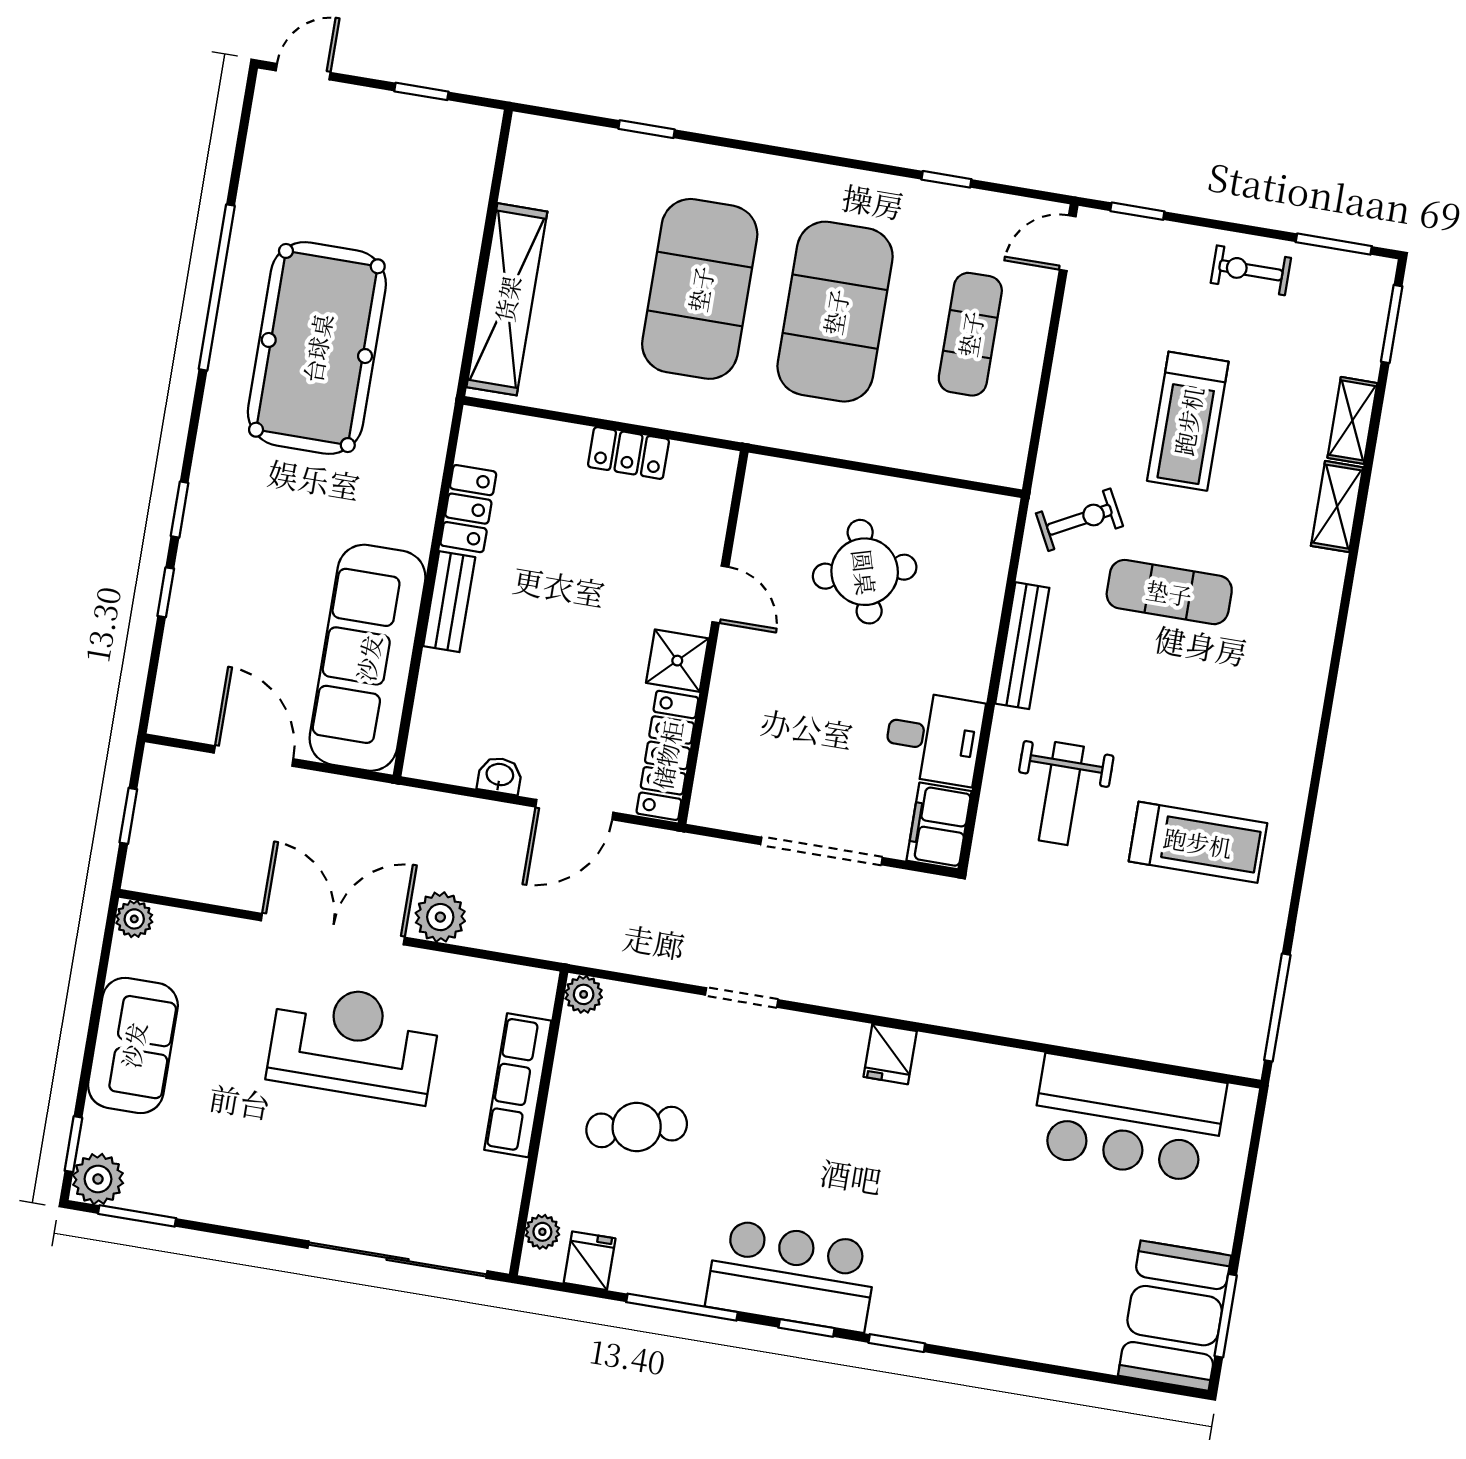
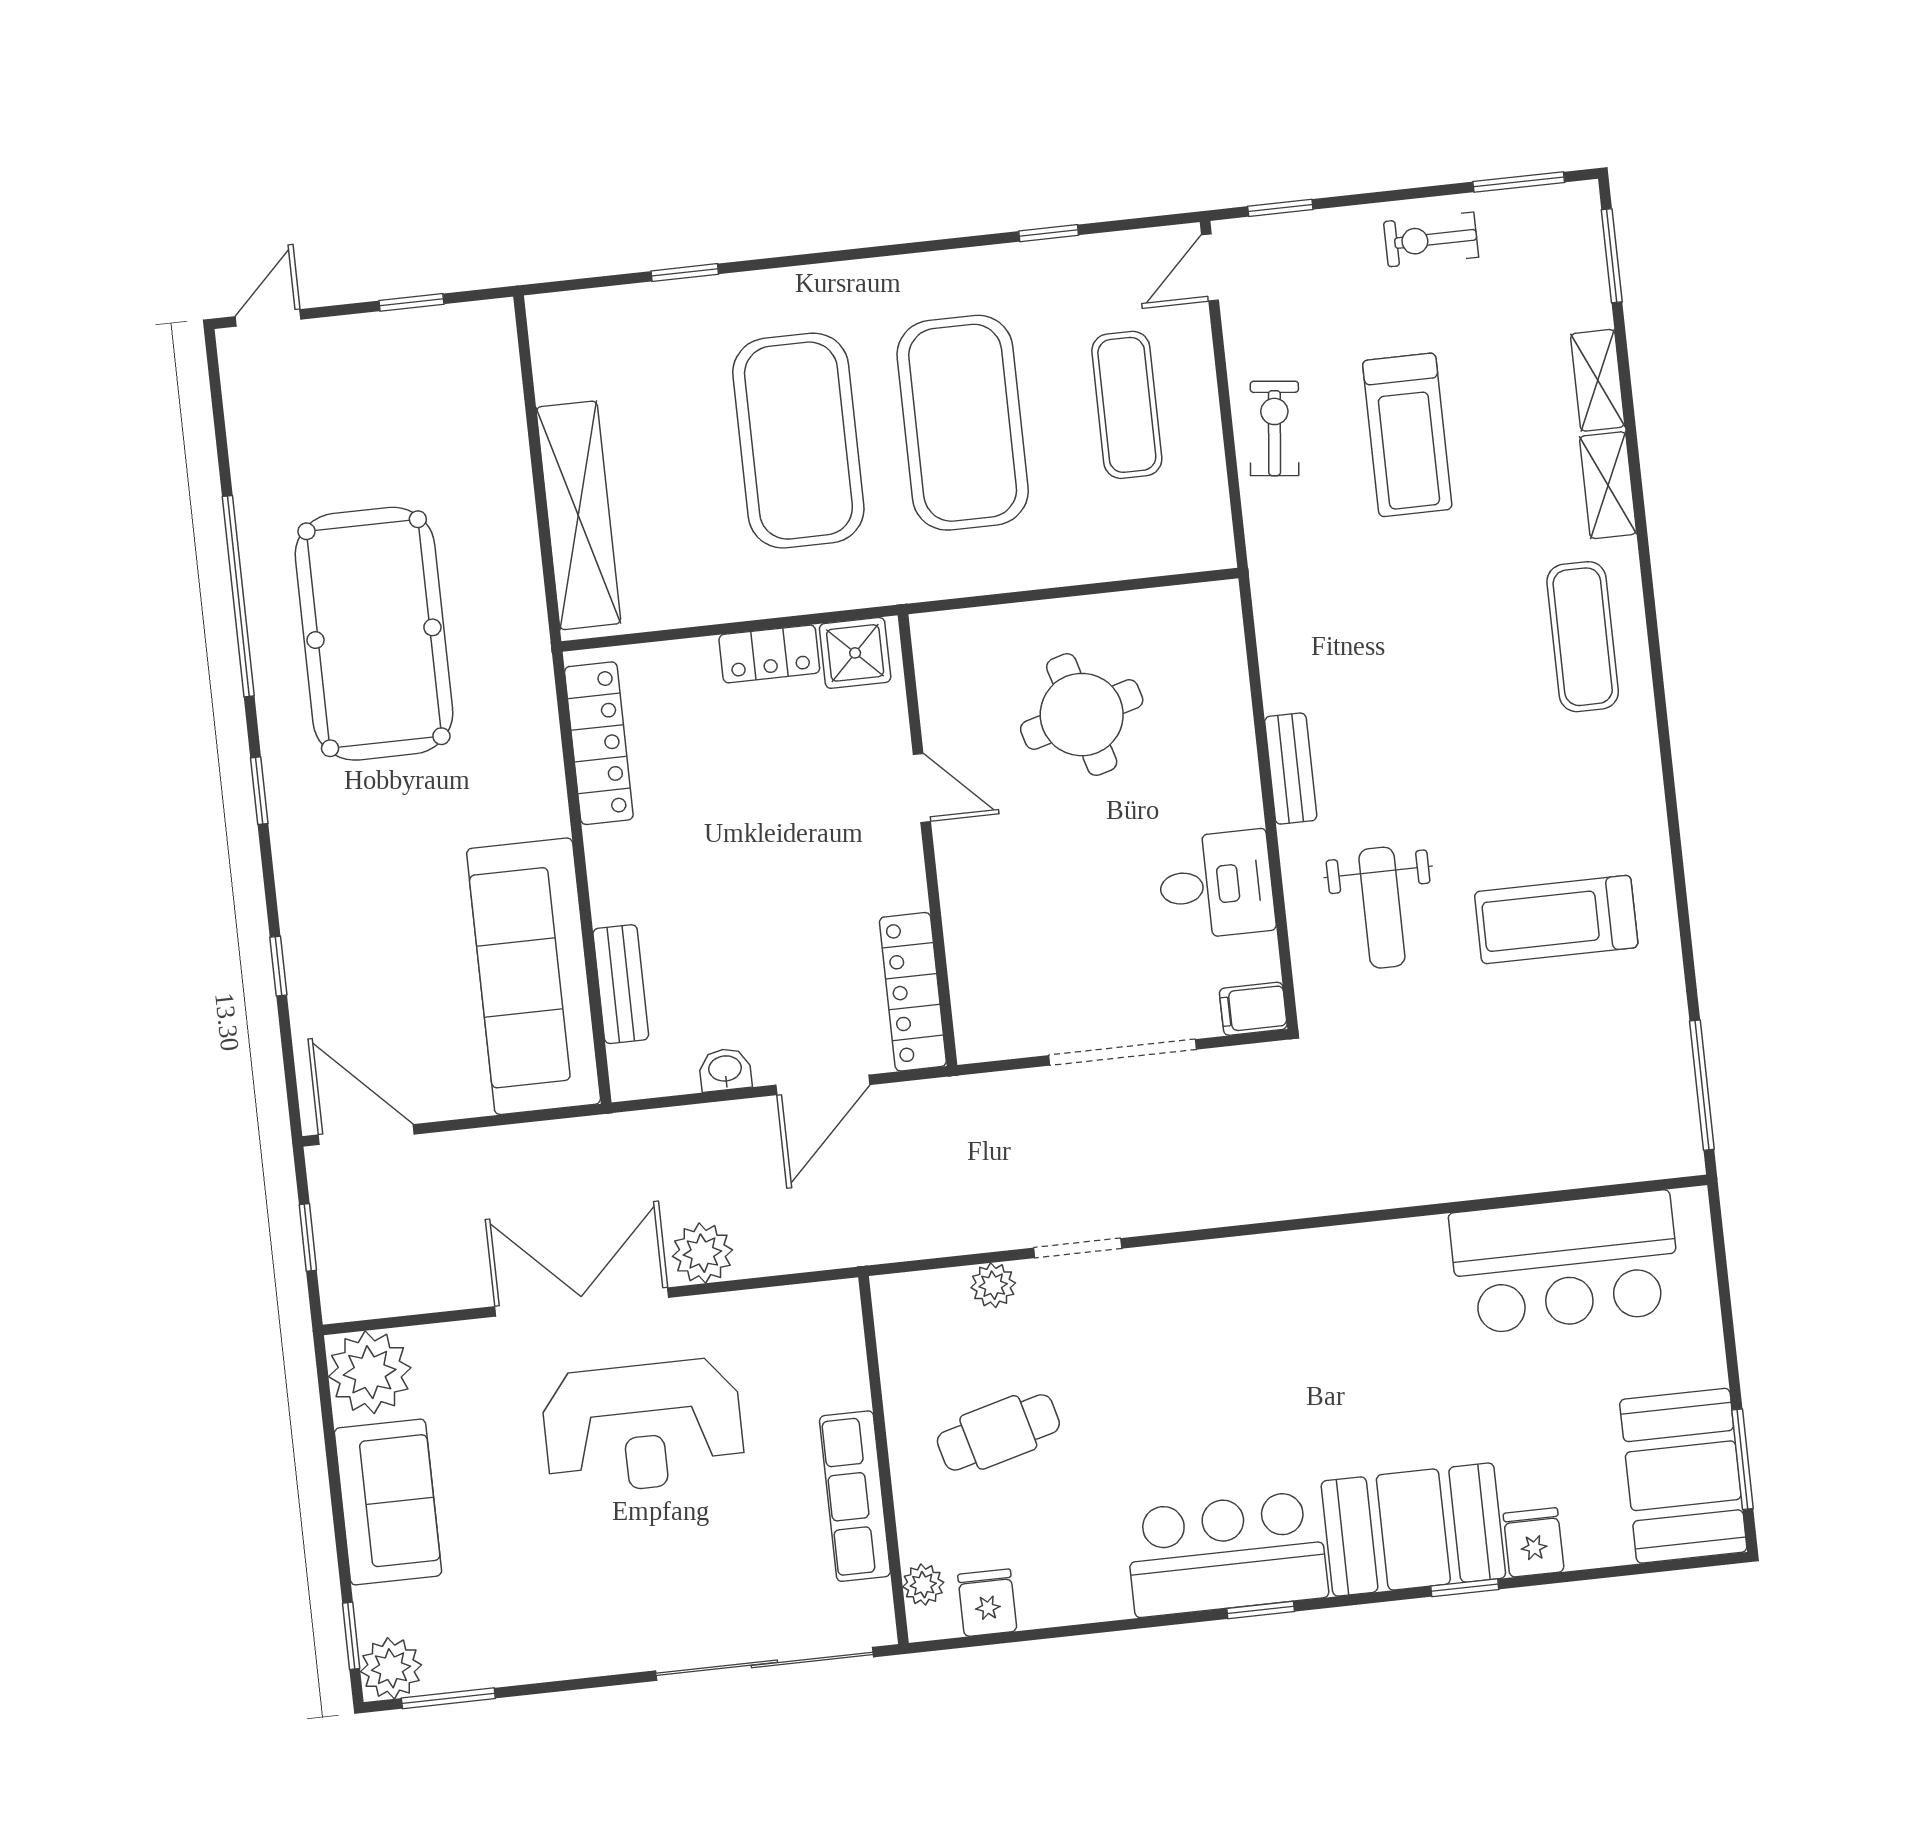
locker: (468, 509) -> (599, 743), width x1.53
window: (180, 510) -> (259, 791), moved
exercise bike: (1079, 520) -> (1274, 428), moved, turned -56
exercise mat: (1169, 592) -> (1583, 637), moved, turned 90
bench: (449, 602) -> (621, 984), moved
bench: (1022, 646) -> (1291, 769), width x0.73
shower: (677, 661) -> (855, 653), moved
door: (254, 756) -> (366, 1134), moved
filing cabinet: (939, 826) -> (1253, 1009), width x0.50
treadmill: (1198, 842) -> (1556, 920), turned 180
plant: (134, 919) -> (370, 1372), width x1.87, depth x1.87
plant: (584, 994) -> (993, 1285), moved
reception desk: (354, 1042) -> (643, 1427), turned 180
fridge: (890, 1054) -> (1534, 1542), moved, turned 180
row of seats: (518, 1085) -> (855, 1496), moved
booth: (947, 1298) -> (1413, 1530), added
window: (682, 1307) -> (1110, 1626), removed
window: (897, 1343) -> (1465, 1588), moved

